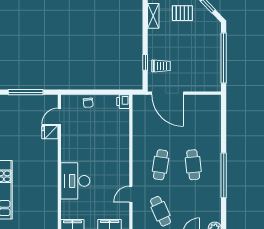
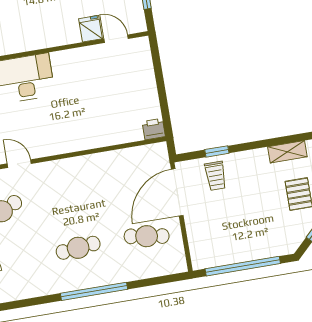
chair: (88, 103) -> (143, 78), removed
cafe table: (161, 165) -> (147, 236), moved
window: (224, 175) -> (94, 291), moved

